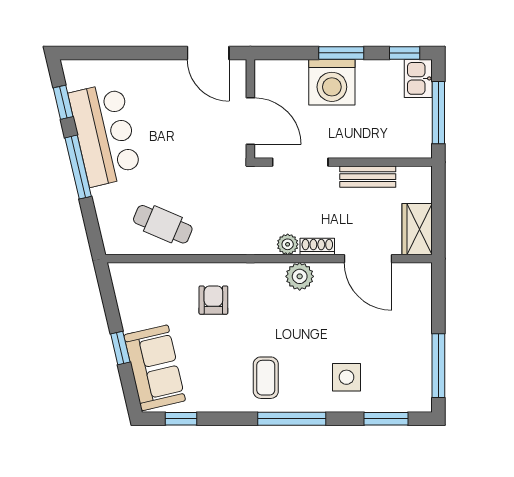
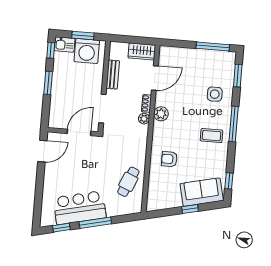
washing machine: (332, 82) -> (87, 51), moved, turned 90
window: (438, 113) -> (83, 36), width x0.69

